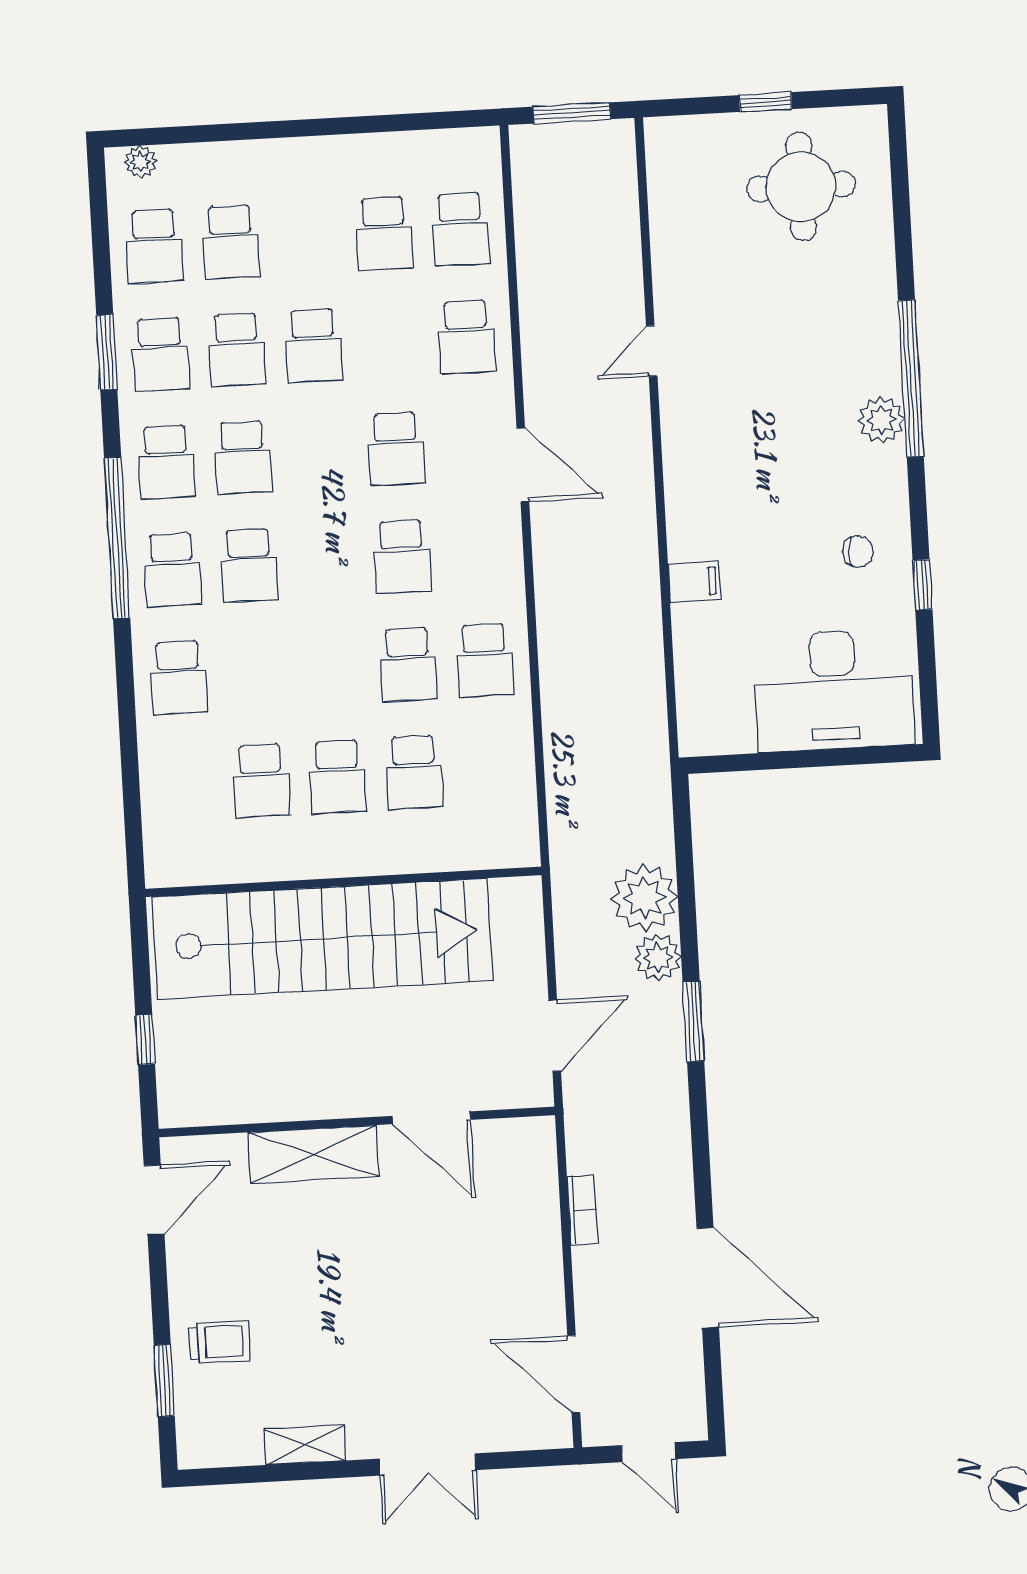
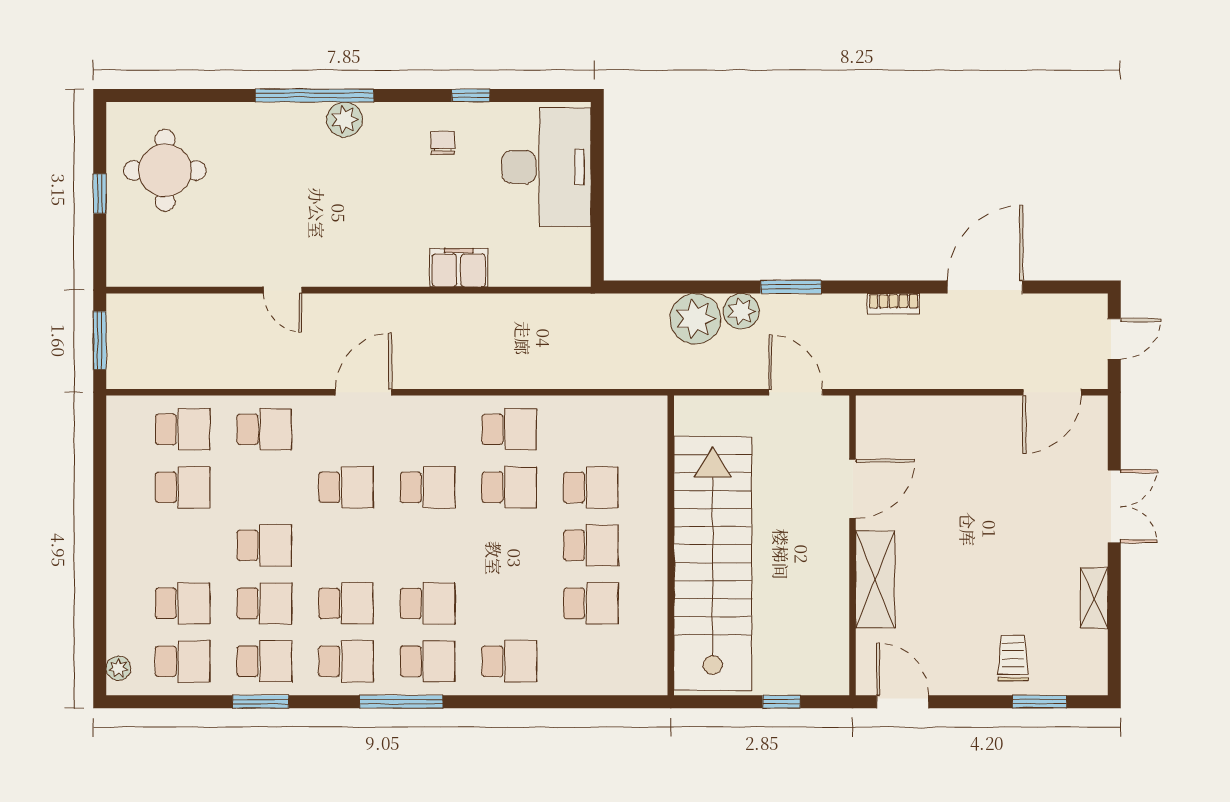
window: (117, 538) -> (401, 702), width x0.68
filing cabinet: (694, 582) -> (459, 268), width x2.00
bookcase: (582, 1210) -> (894, 304), moved, turned 180

